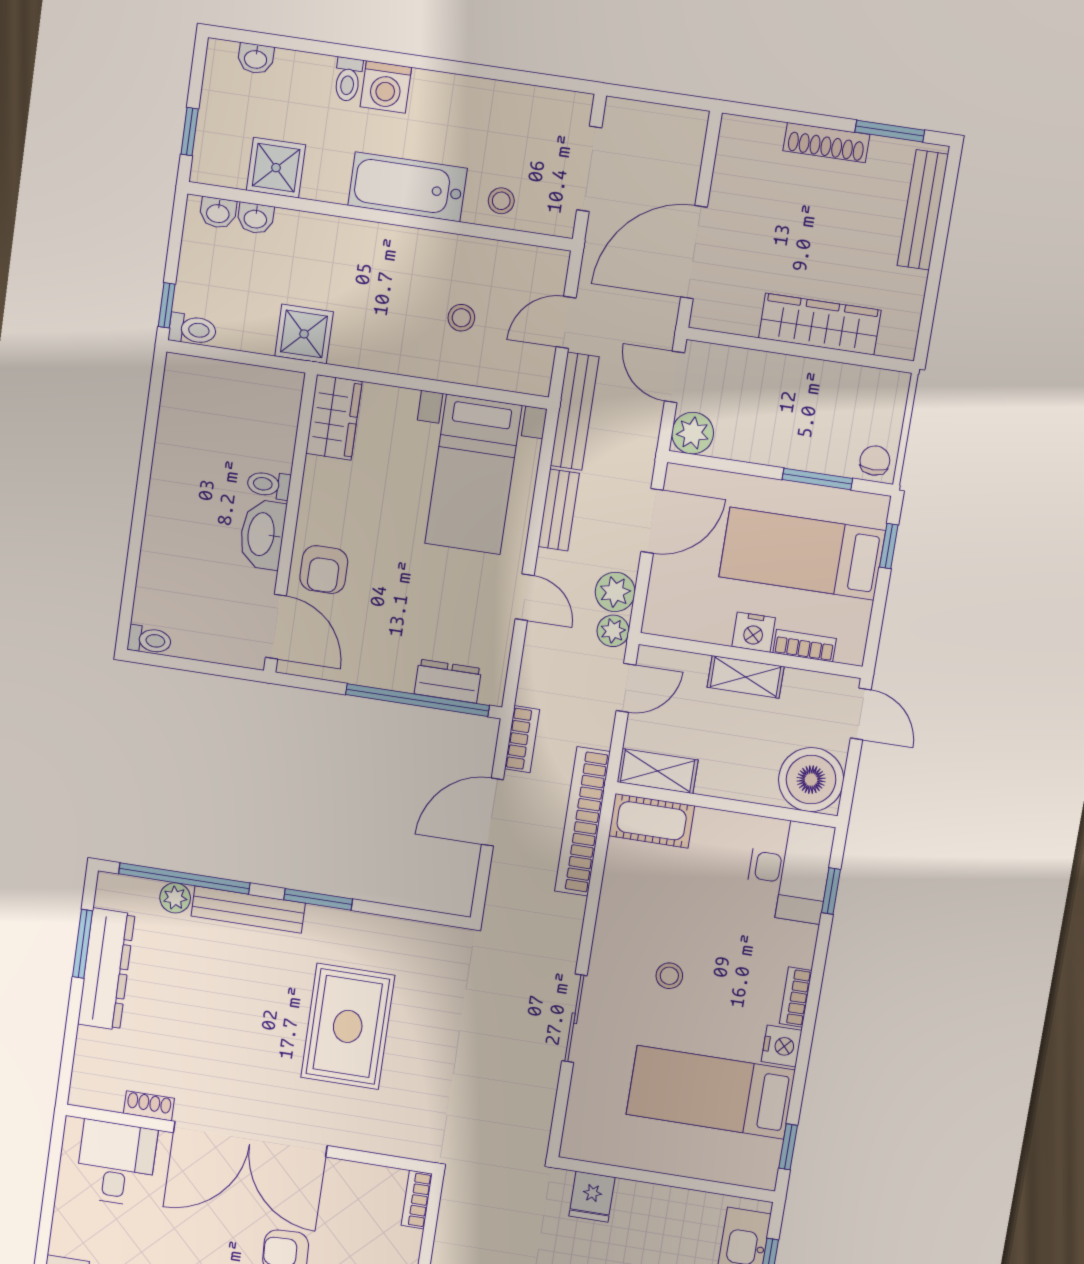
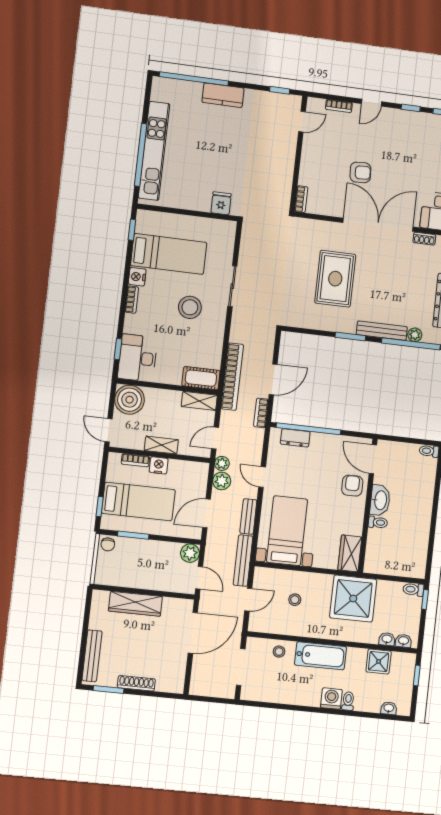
shower: (304, 334) -> (353, 598), width x1.86, depth x1.86
stool: (669, 976) -> (190, 307), width x1.89, depth x1.89

